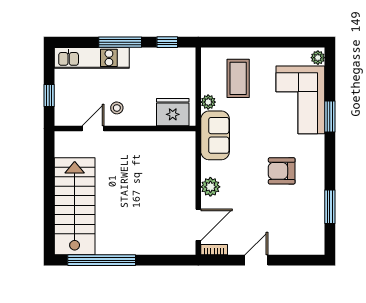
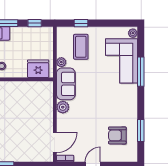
window: (238, 42) -> (81, 23), added
window: (330, 116) -> (141, 72), width x1.44
armchair: (282, 171) -> (117, 135), moved
plant: (210, 187) -> (63, 107), moved

